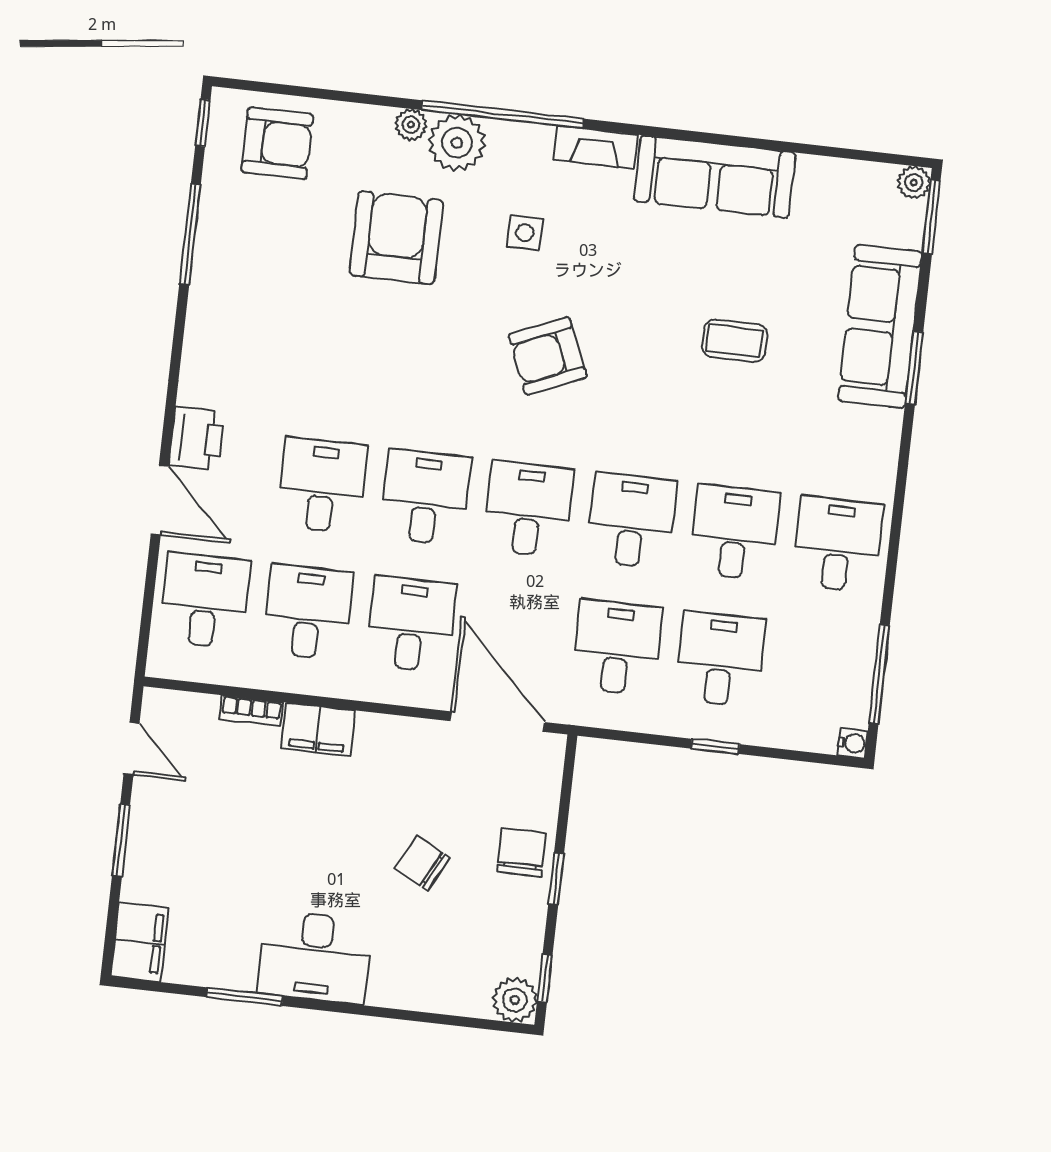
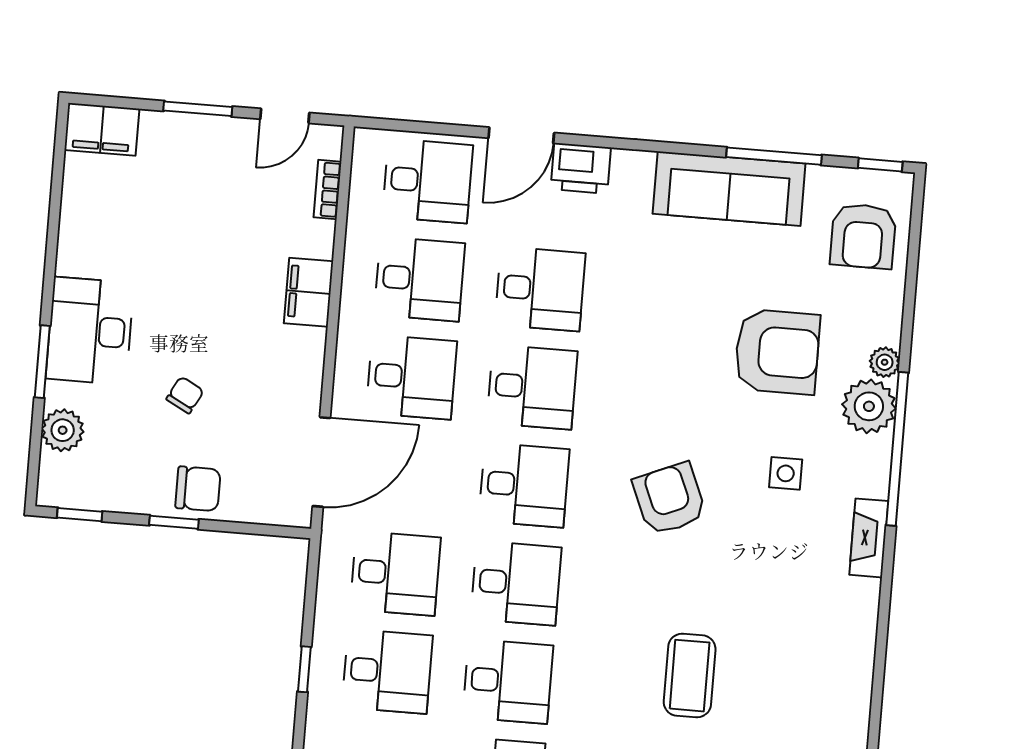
sofa: (715, 177) -> (729, 189), moved, turned -90
coffee table: (735, 341) -> (690, 676), width x1.36, depth x1.30
bookcase: (251, 711) -> (328, 189), moved
chair: (422, 863) -> (185, 395), width x0.73, depth x0.73
desk: (315, 957) -> (90, 331), moved
window: (244, 997) -> (42, 362), moved
plant: (515, 1000) -> (63, 430), moved

